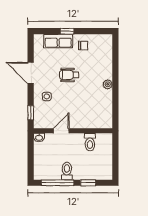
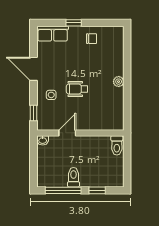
row of seats: (58, 41) -> (53, 34), moved
wheelchair: (69, 75) -> (77, 89), moved
toilet: (90, 142) -> (117, 145), moved

